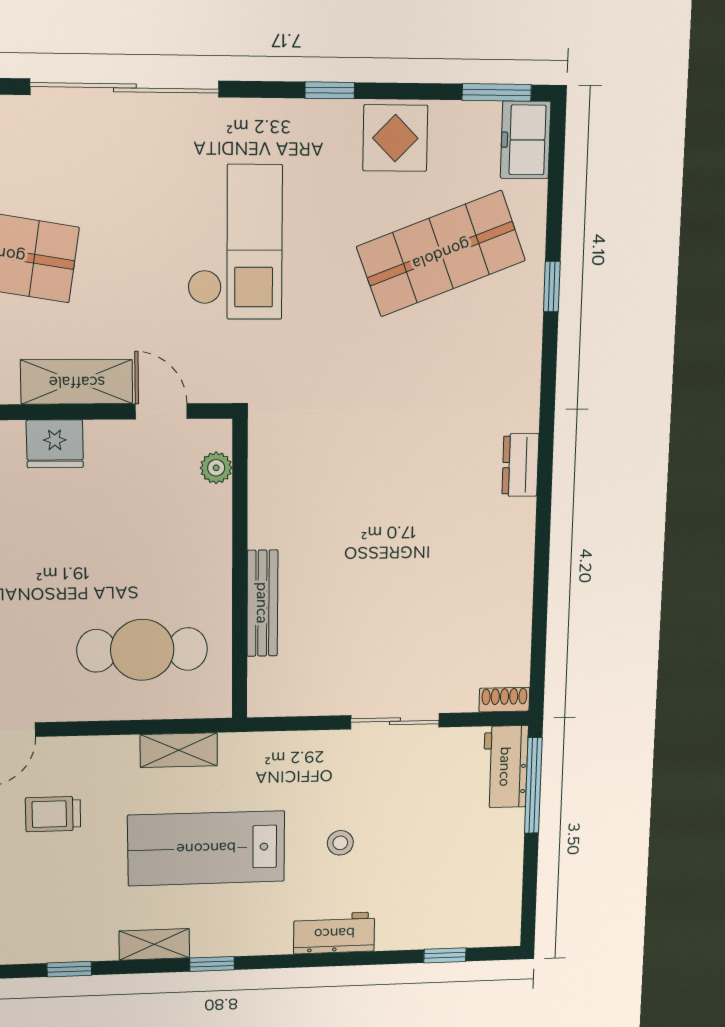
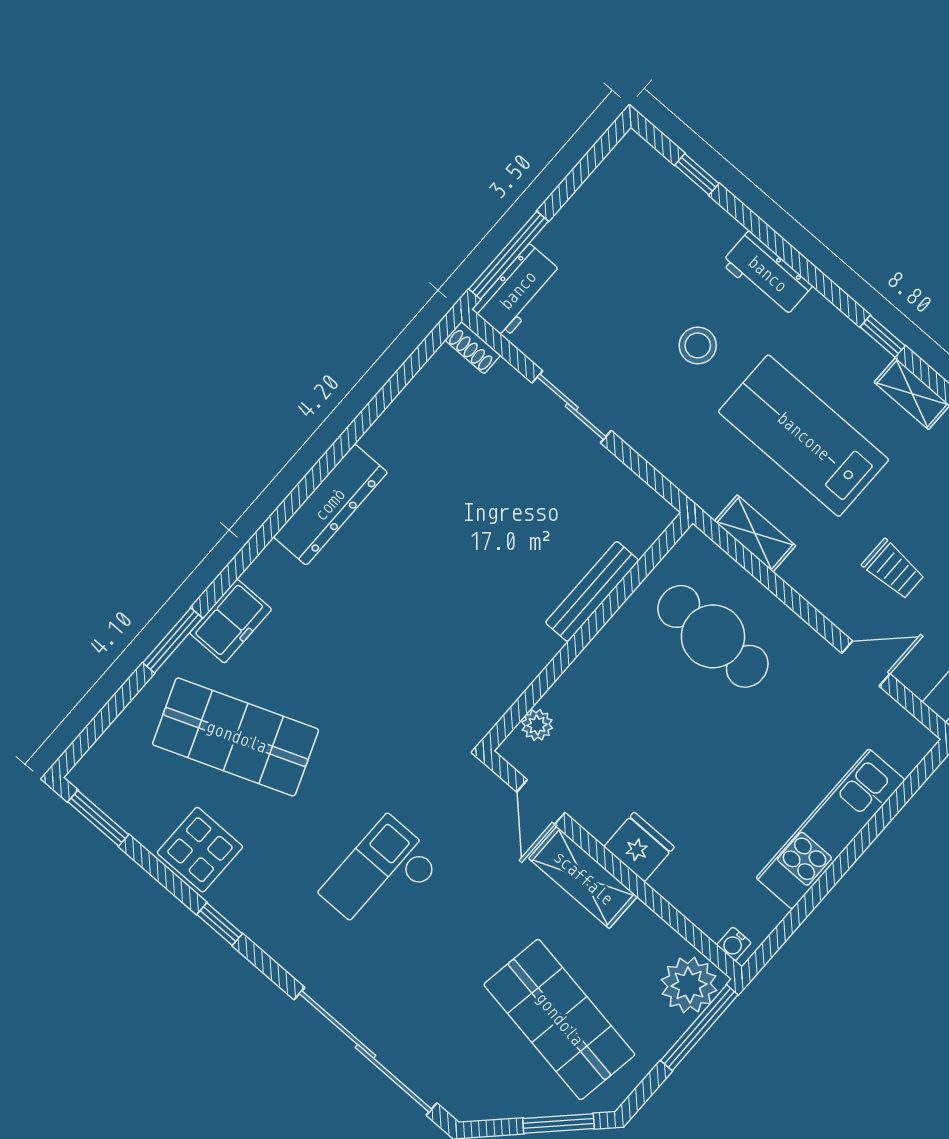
freezer: (526, 140) -> (231, 621), moved
checkout: (235, 242) -> (380, 877), width x0.73, depth x0.83
window: (552, 287) -> (173, 640), width x1.50
dresser: (520, 465) -> (330, 505), width x1.96, depth x1.24
stool: (340, 843) -> (698, 345), width x1.37, depth x1.37
lab bench: (206, 848) -> (803, 436), turned 180

